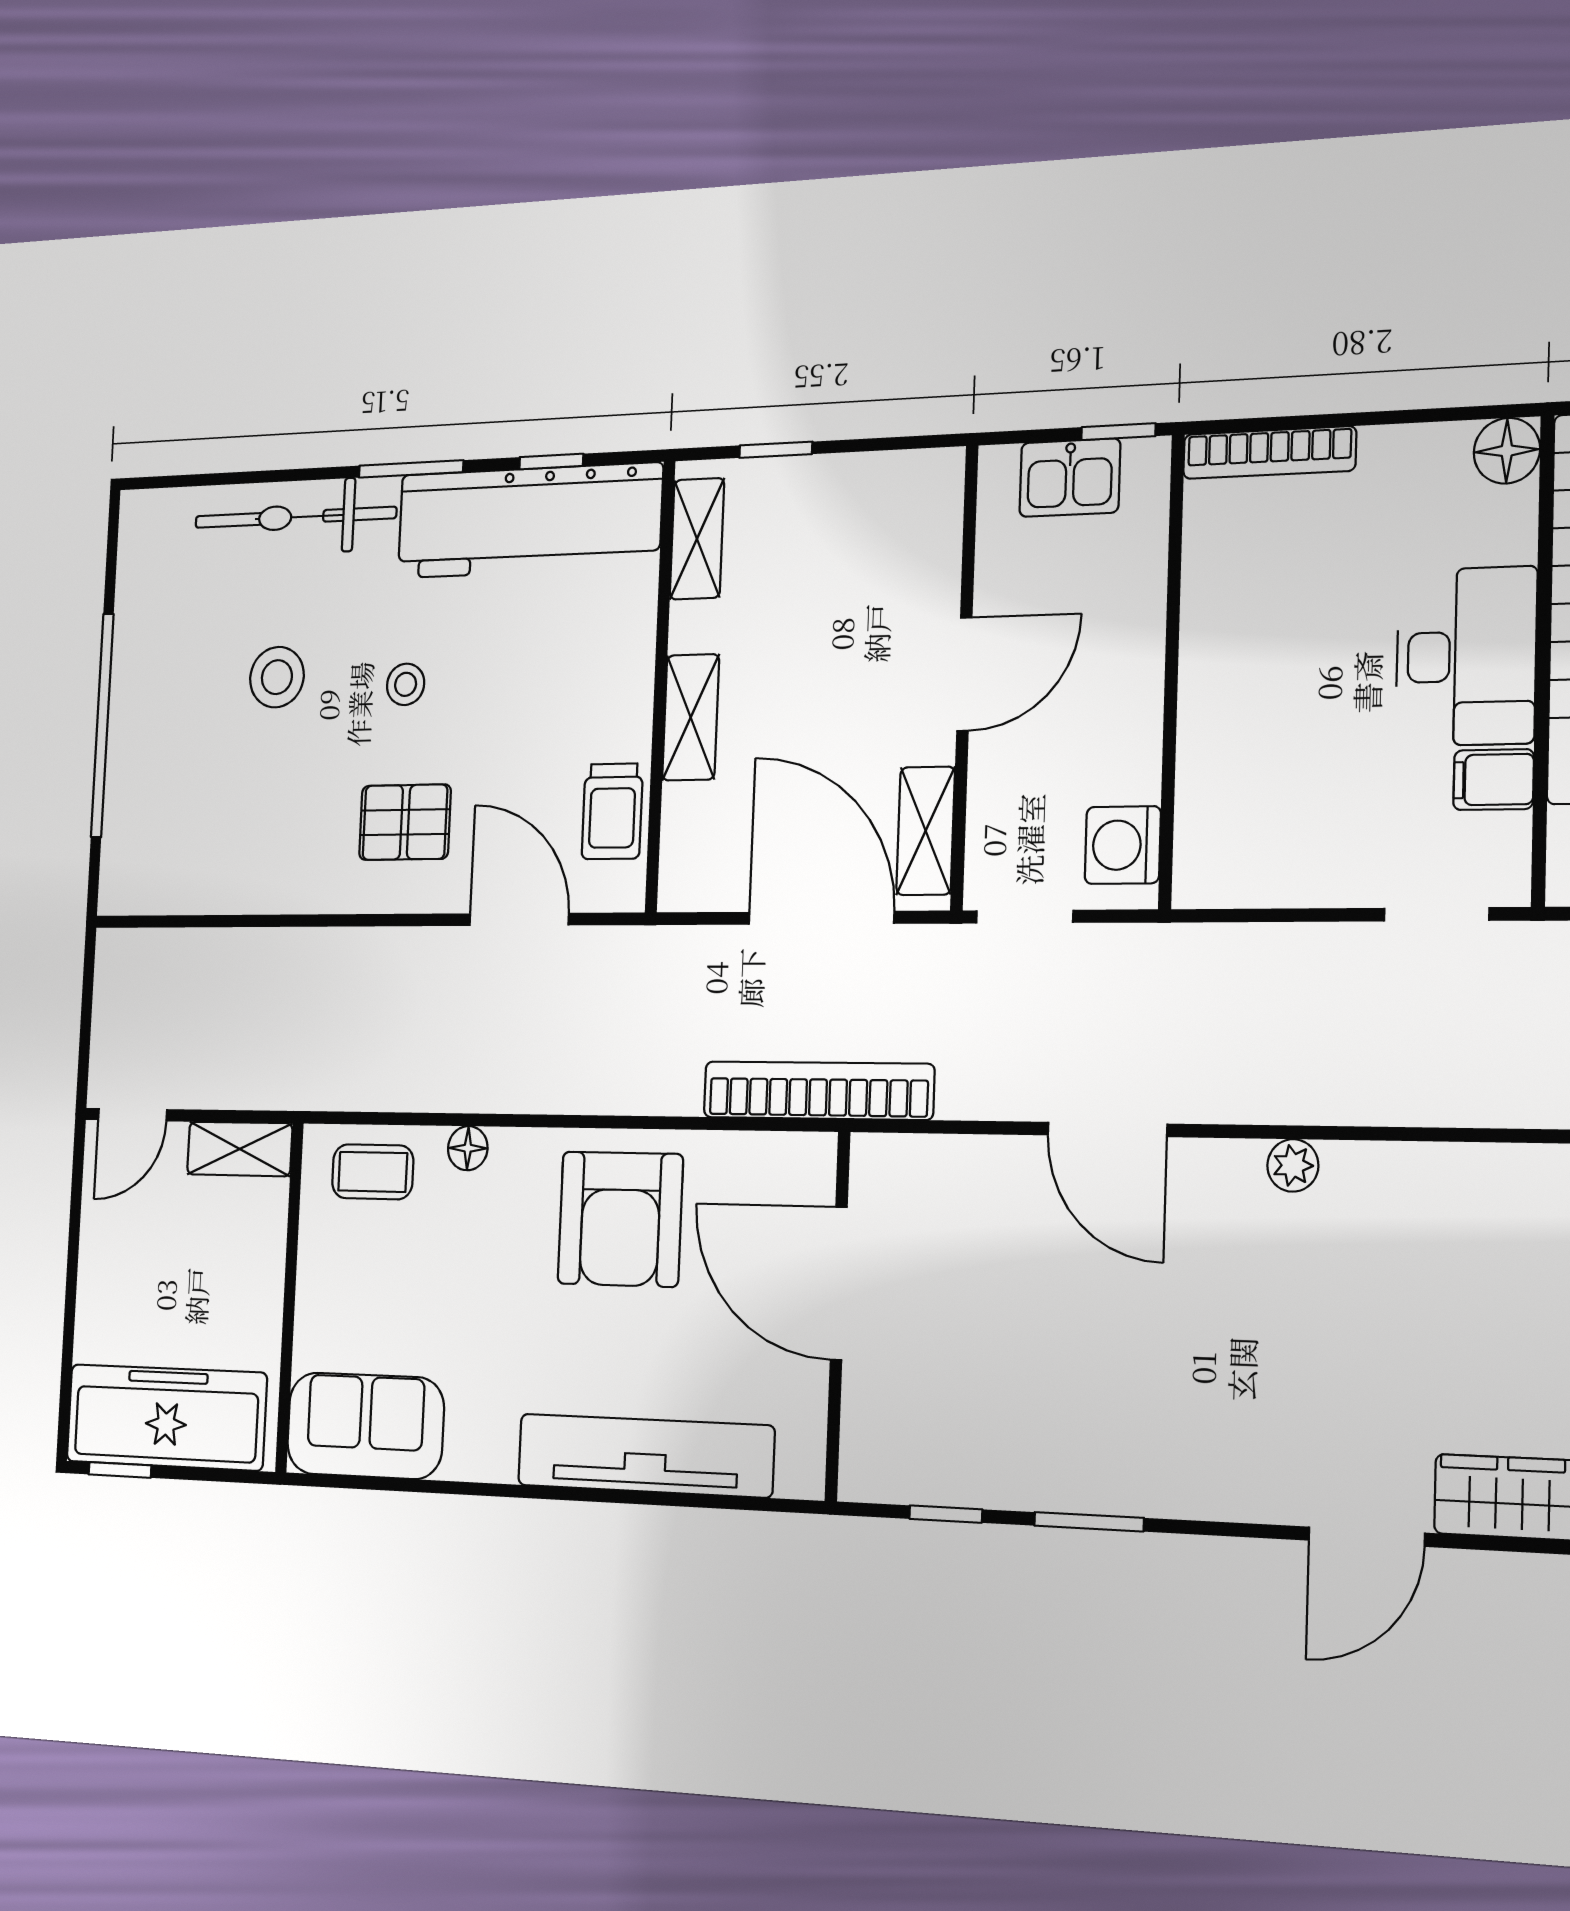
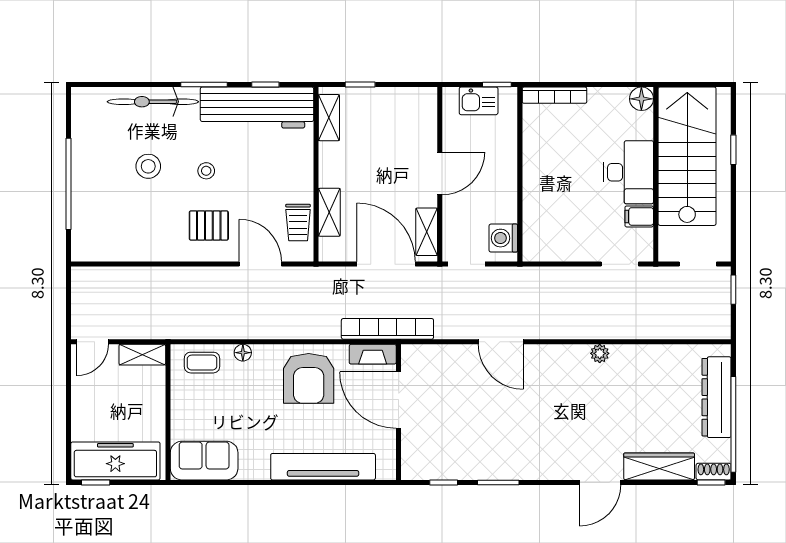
shelving: (691, 717) -> (329, 212), moved
fireplace: (779, 1158) -> (373, 354), added
plant: (1293, 1165) -> (600, 353), moved

